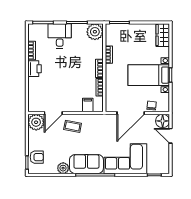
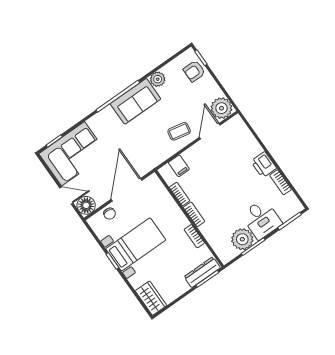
dresser: (120, 29) -> (202, 272), added
plant: (95, 32) -> (242, 239), moved
corner sofa: (125, 159) -> (73, 154), moved

